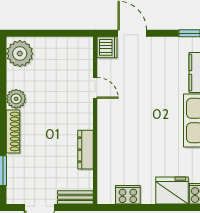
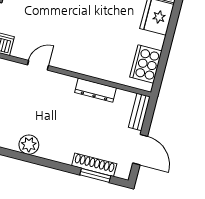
shoe rack: (13, 131) -> (94, 165), moved
cooker: (128, 195) -> (146, 64), width x1.37, depth x1.31

